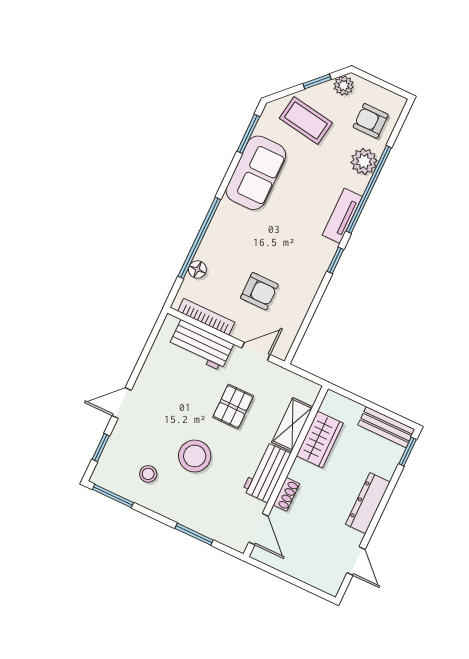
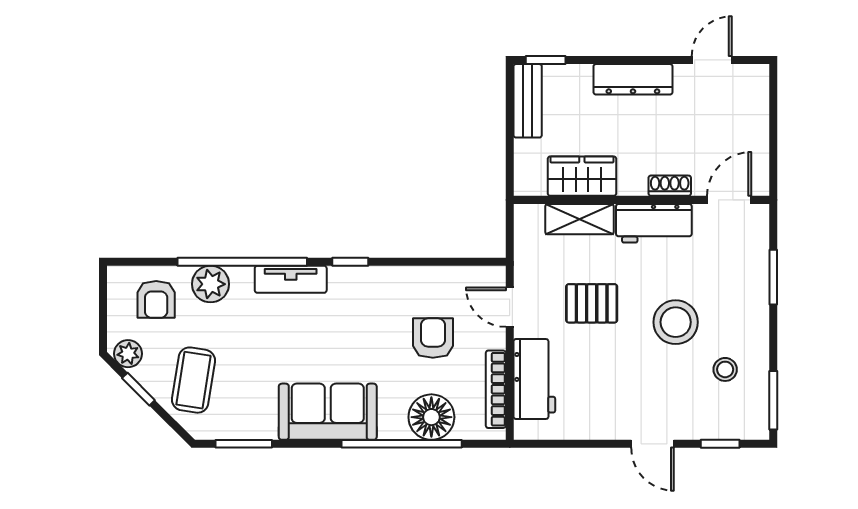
sofa: (256, 173) -> (328, 412), moved
floor lamp: (197, 269) -> (431, 417), width x1.89, depth x1.89

